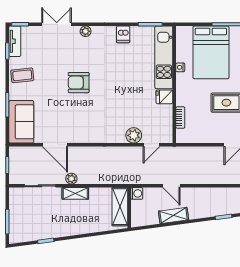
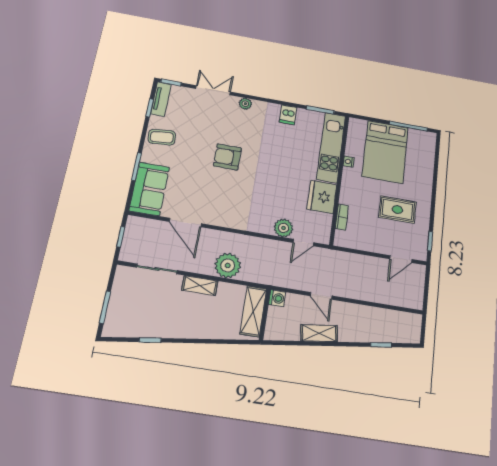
fridge: (164, 97) -> (322, 197), width x1.88, depth x1.34
plant: (71, 179) -> (228, 265), moved, width x1.87, depth x1.87

